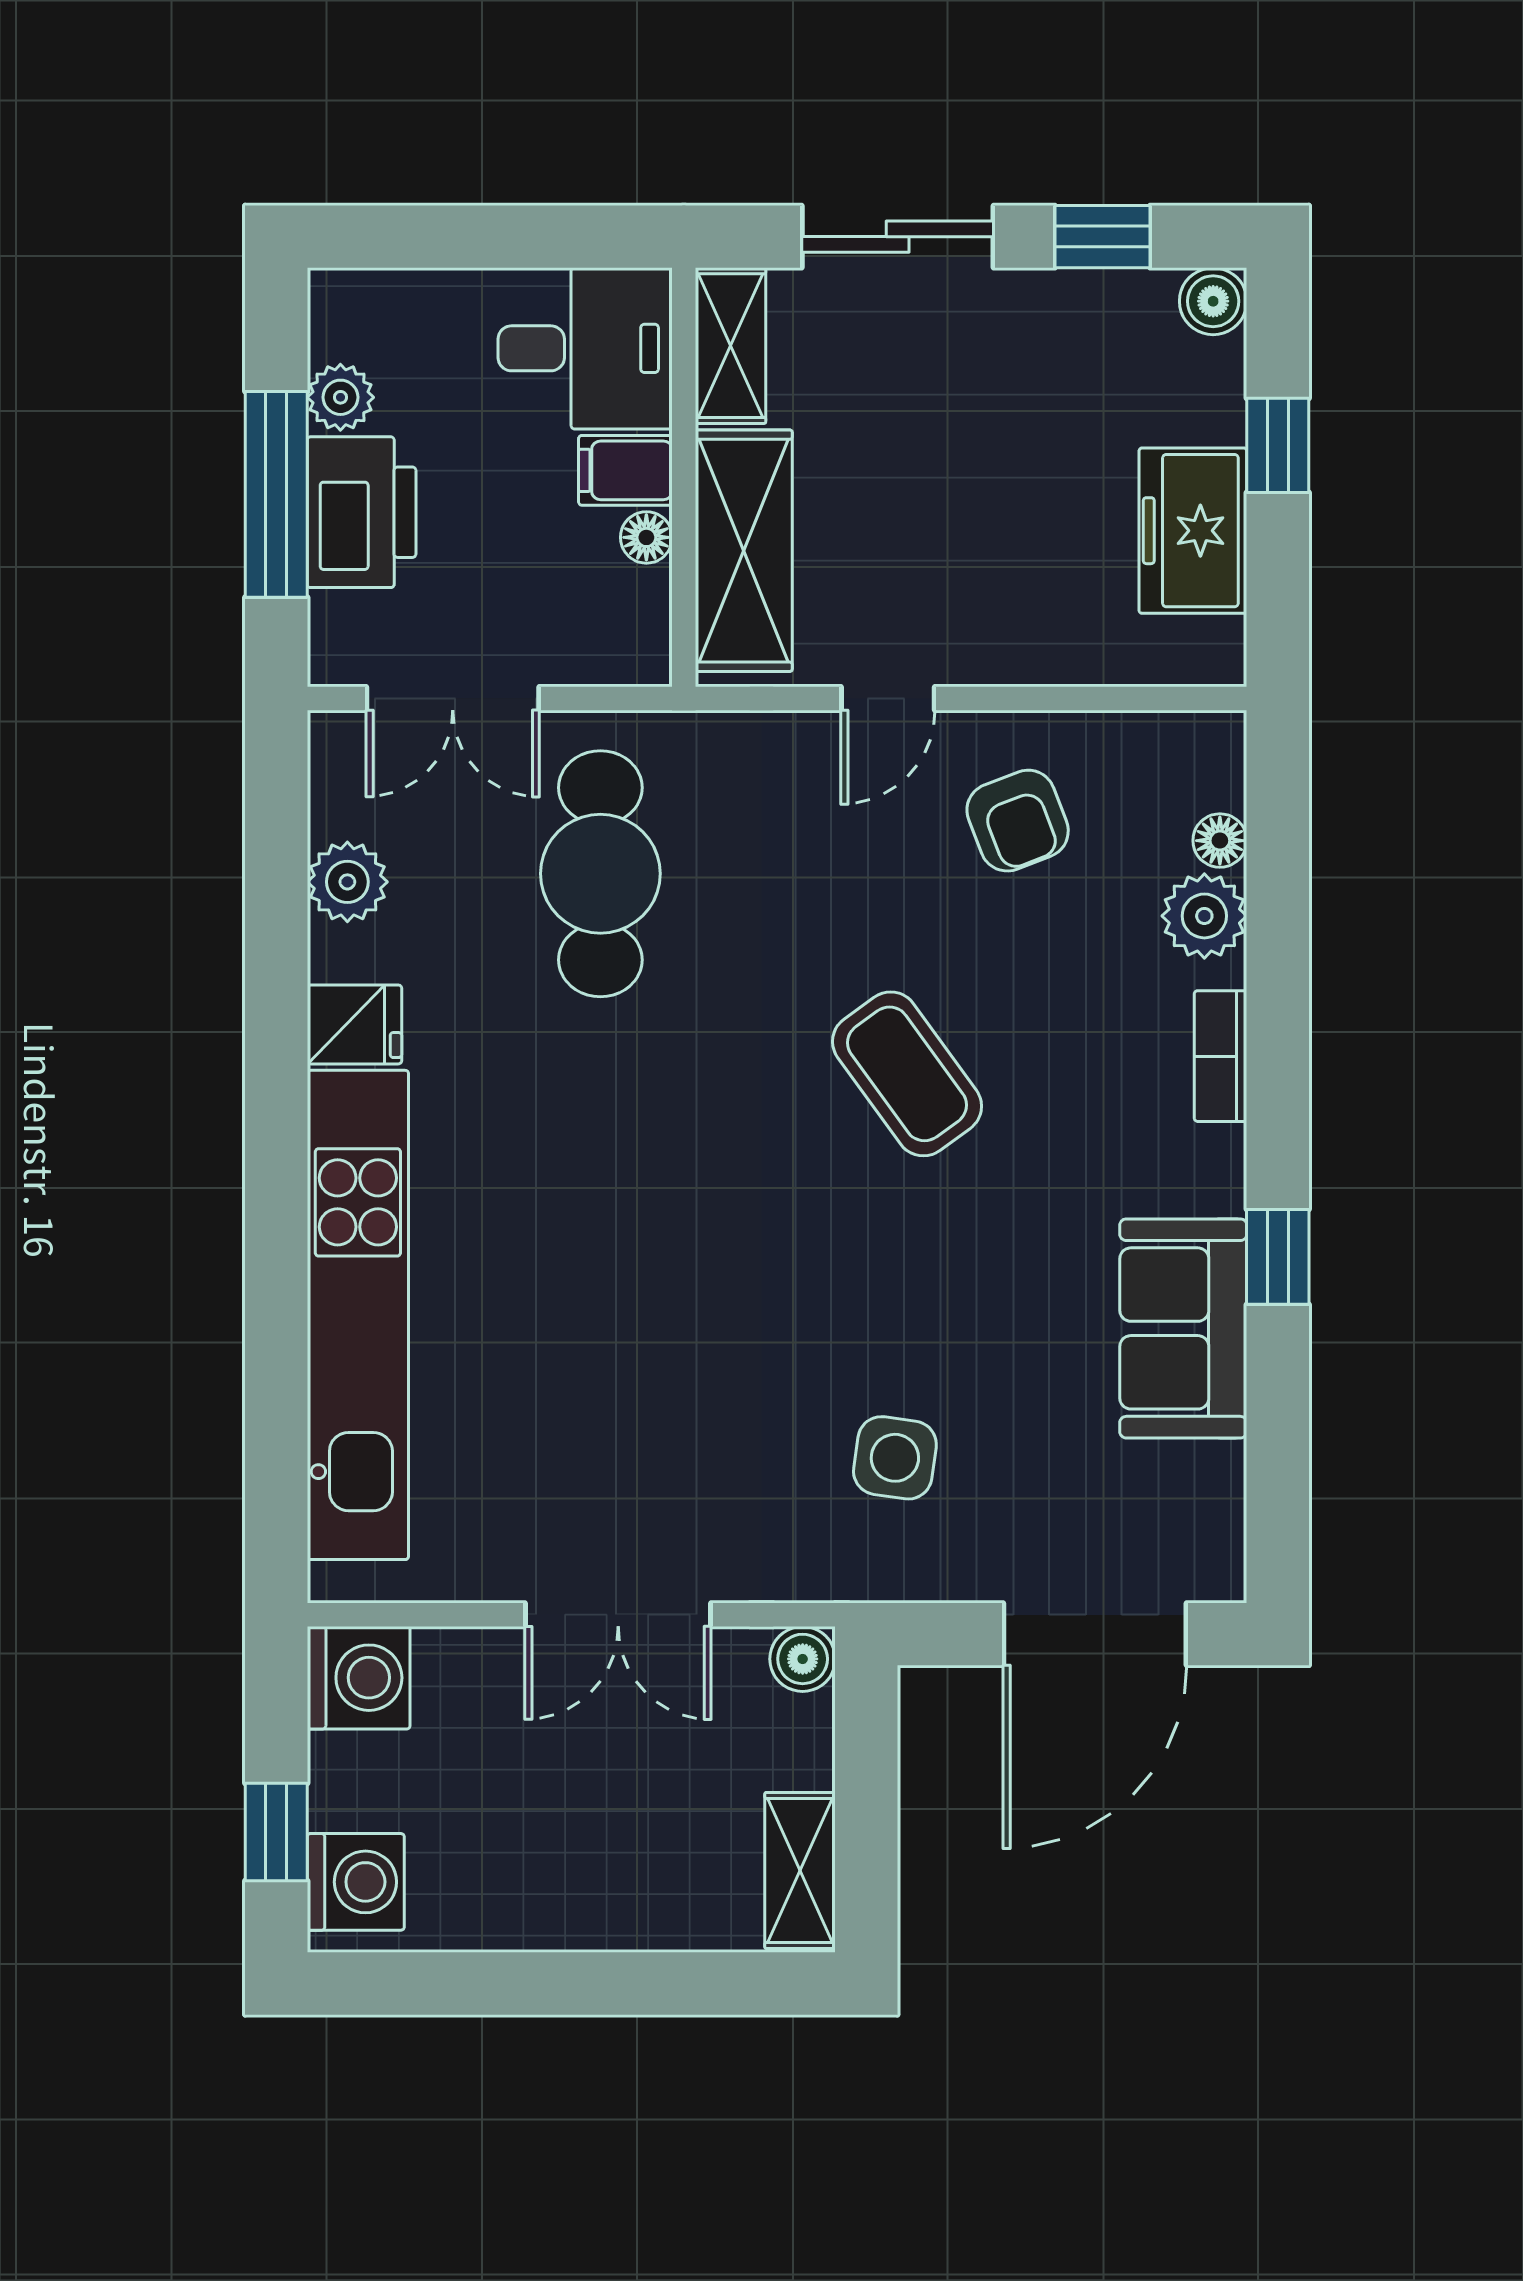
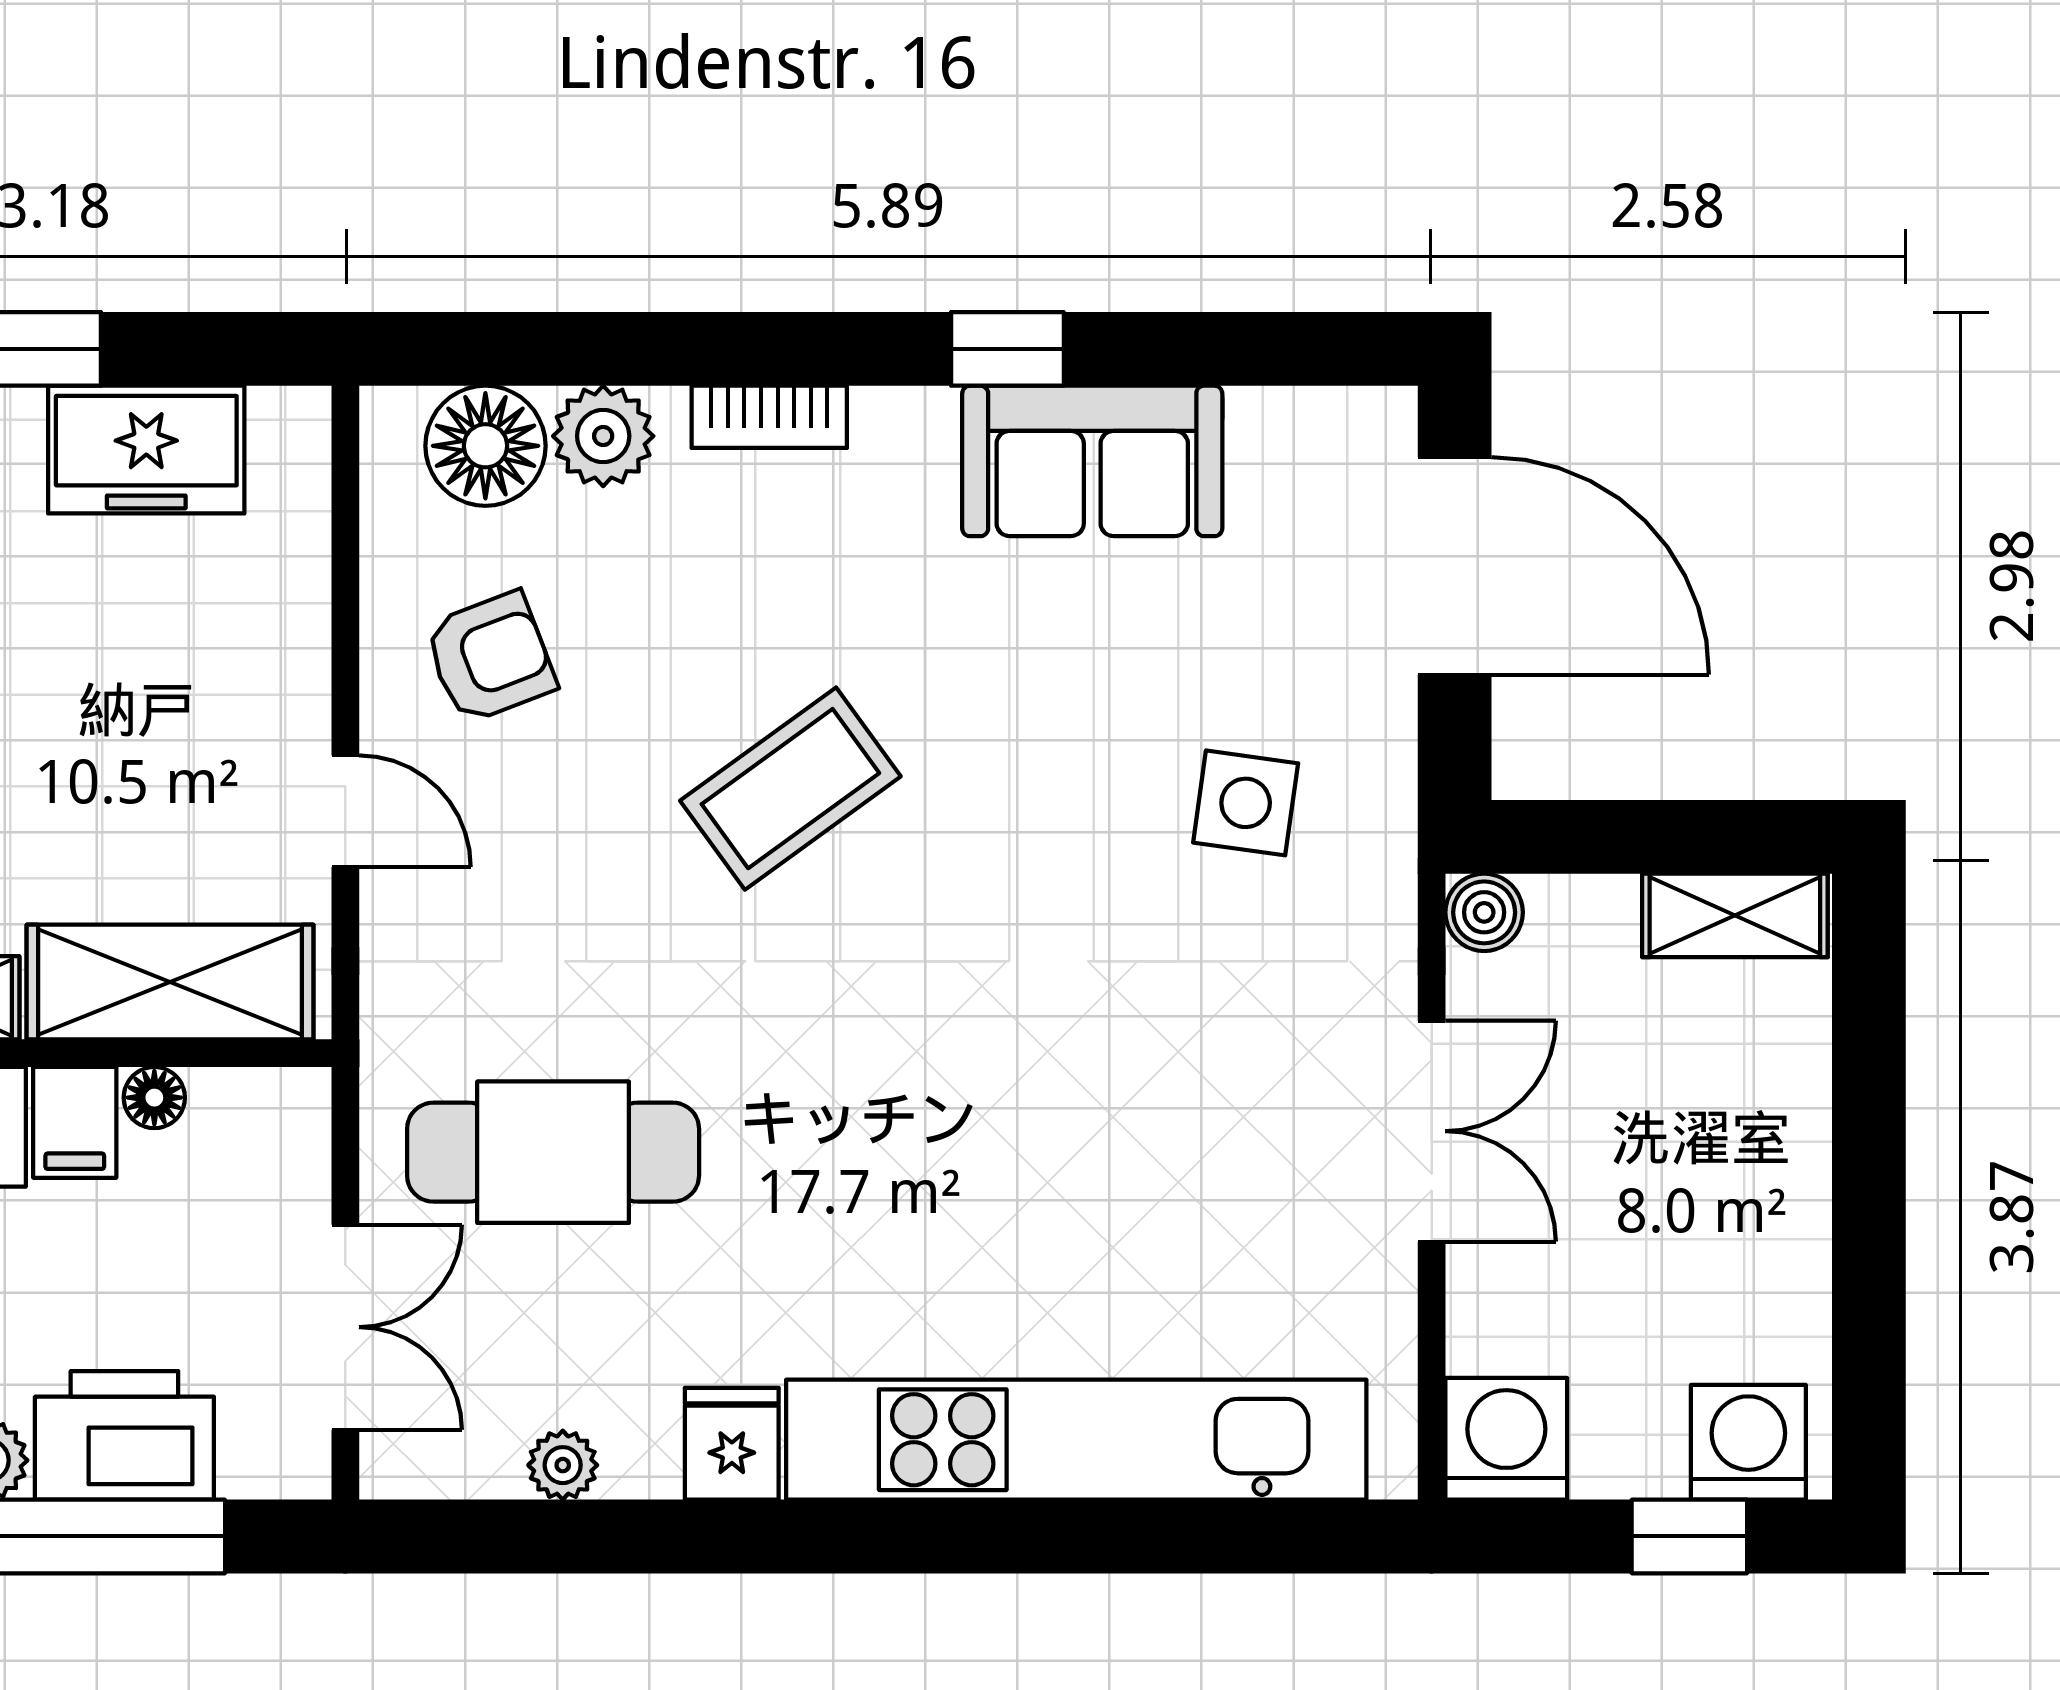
floor lamp: (1220, 841) -> (485, 446), width x1.89, depth x1.89
plant: (347, 882) -> (563, 1465), width x0.73, depth x0.73

